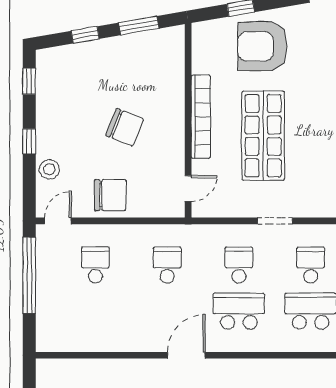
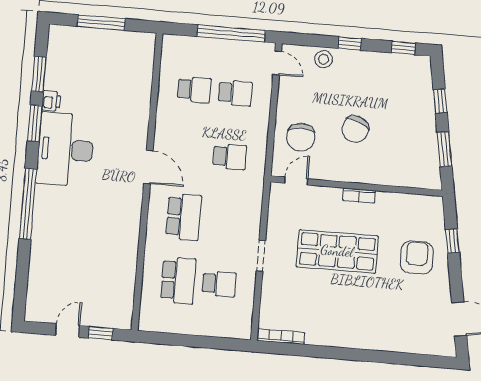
armchair: (262, 46) -> (417, 257), width x0.73, depth x0.73
bookcase: (201, 117) -> (359, 196), width x0.43, depth x0.76
door: (188, 188) -> (296, 181), swing flipped
chair: (110, 195) -> (301, 137), moved
school desk: (239, 265) -> (194, 90), moved

